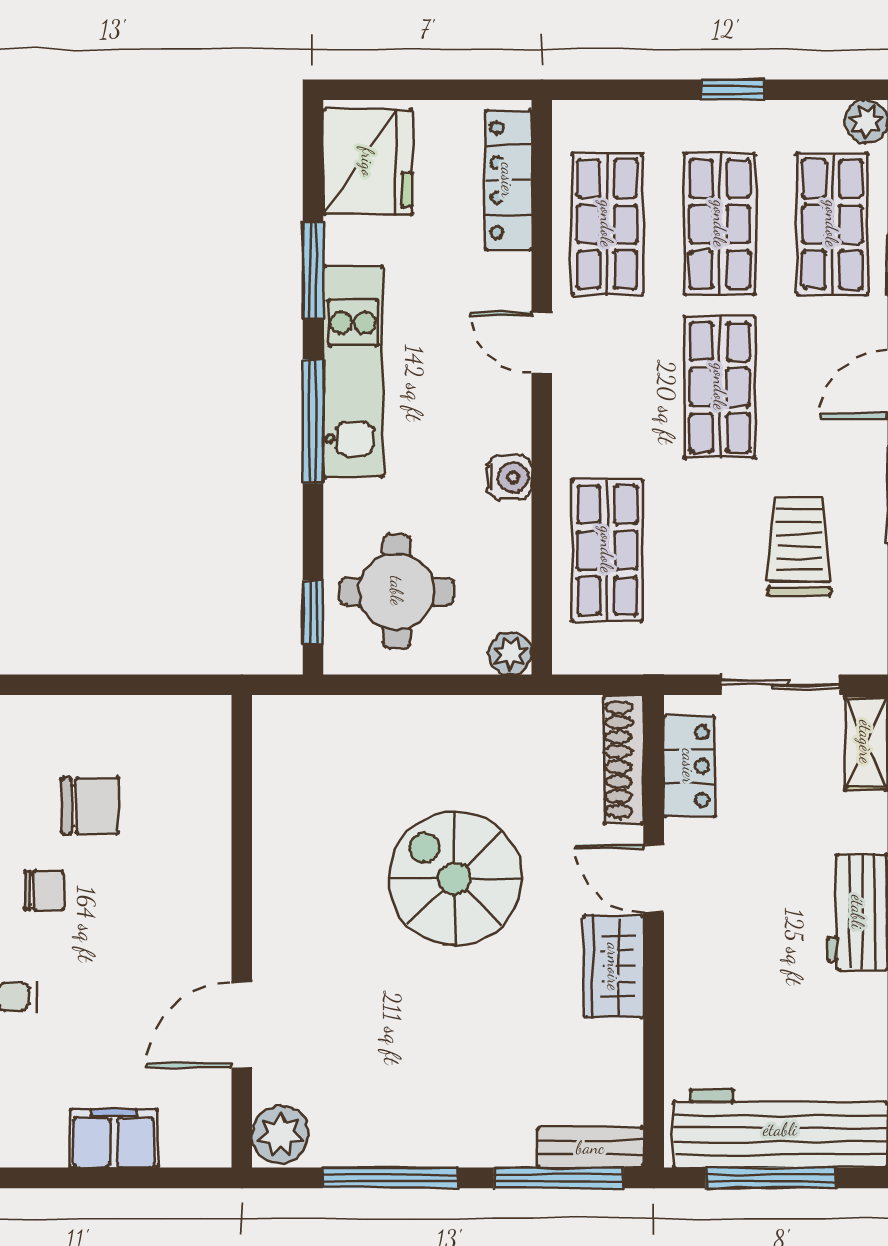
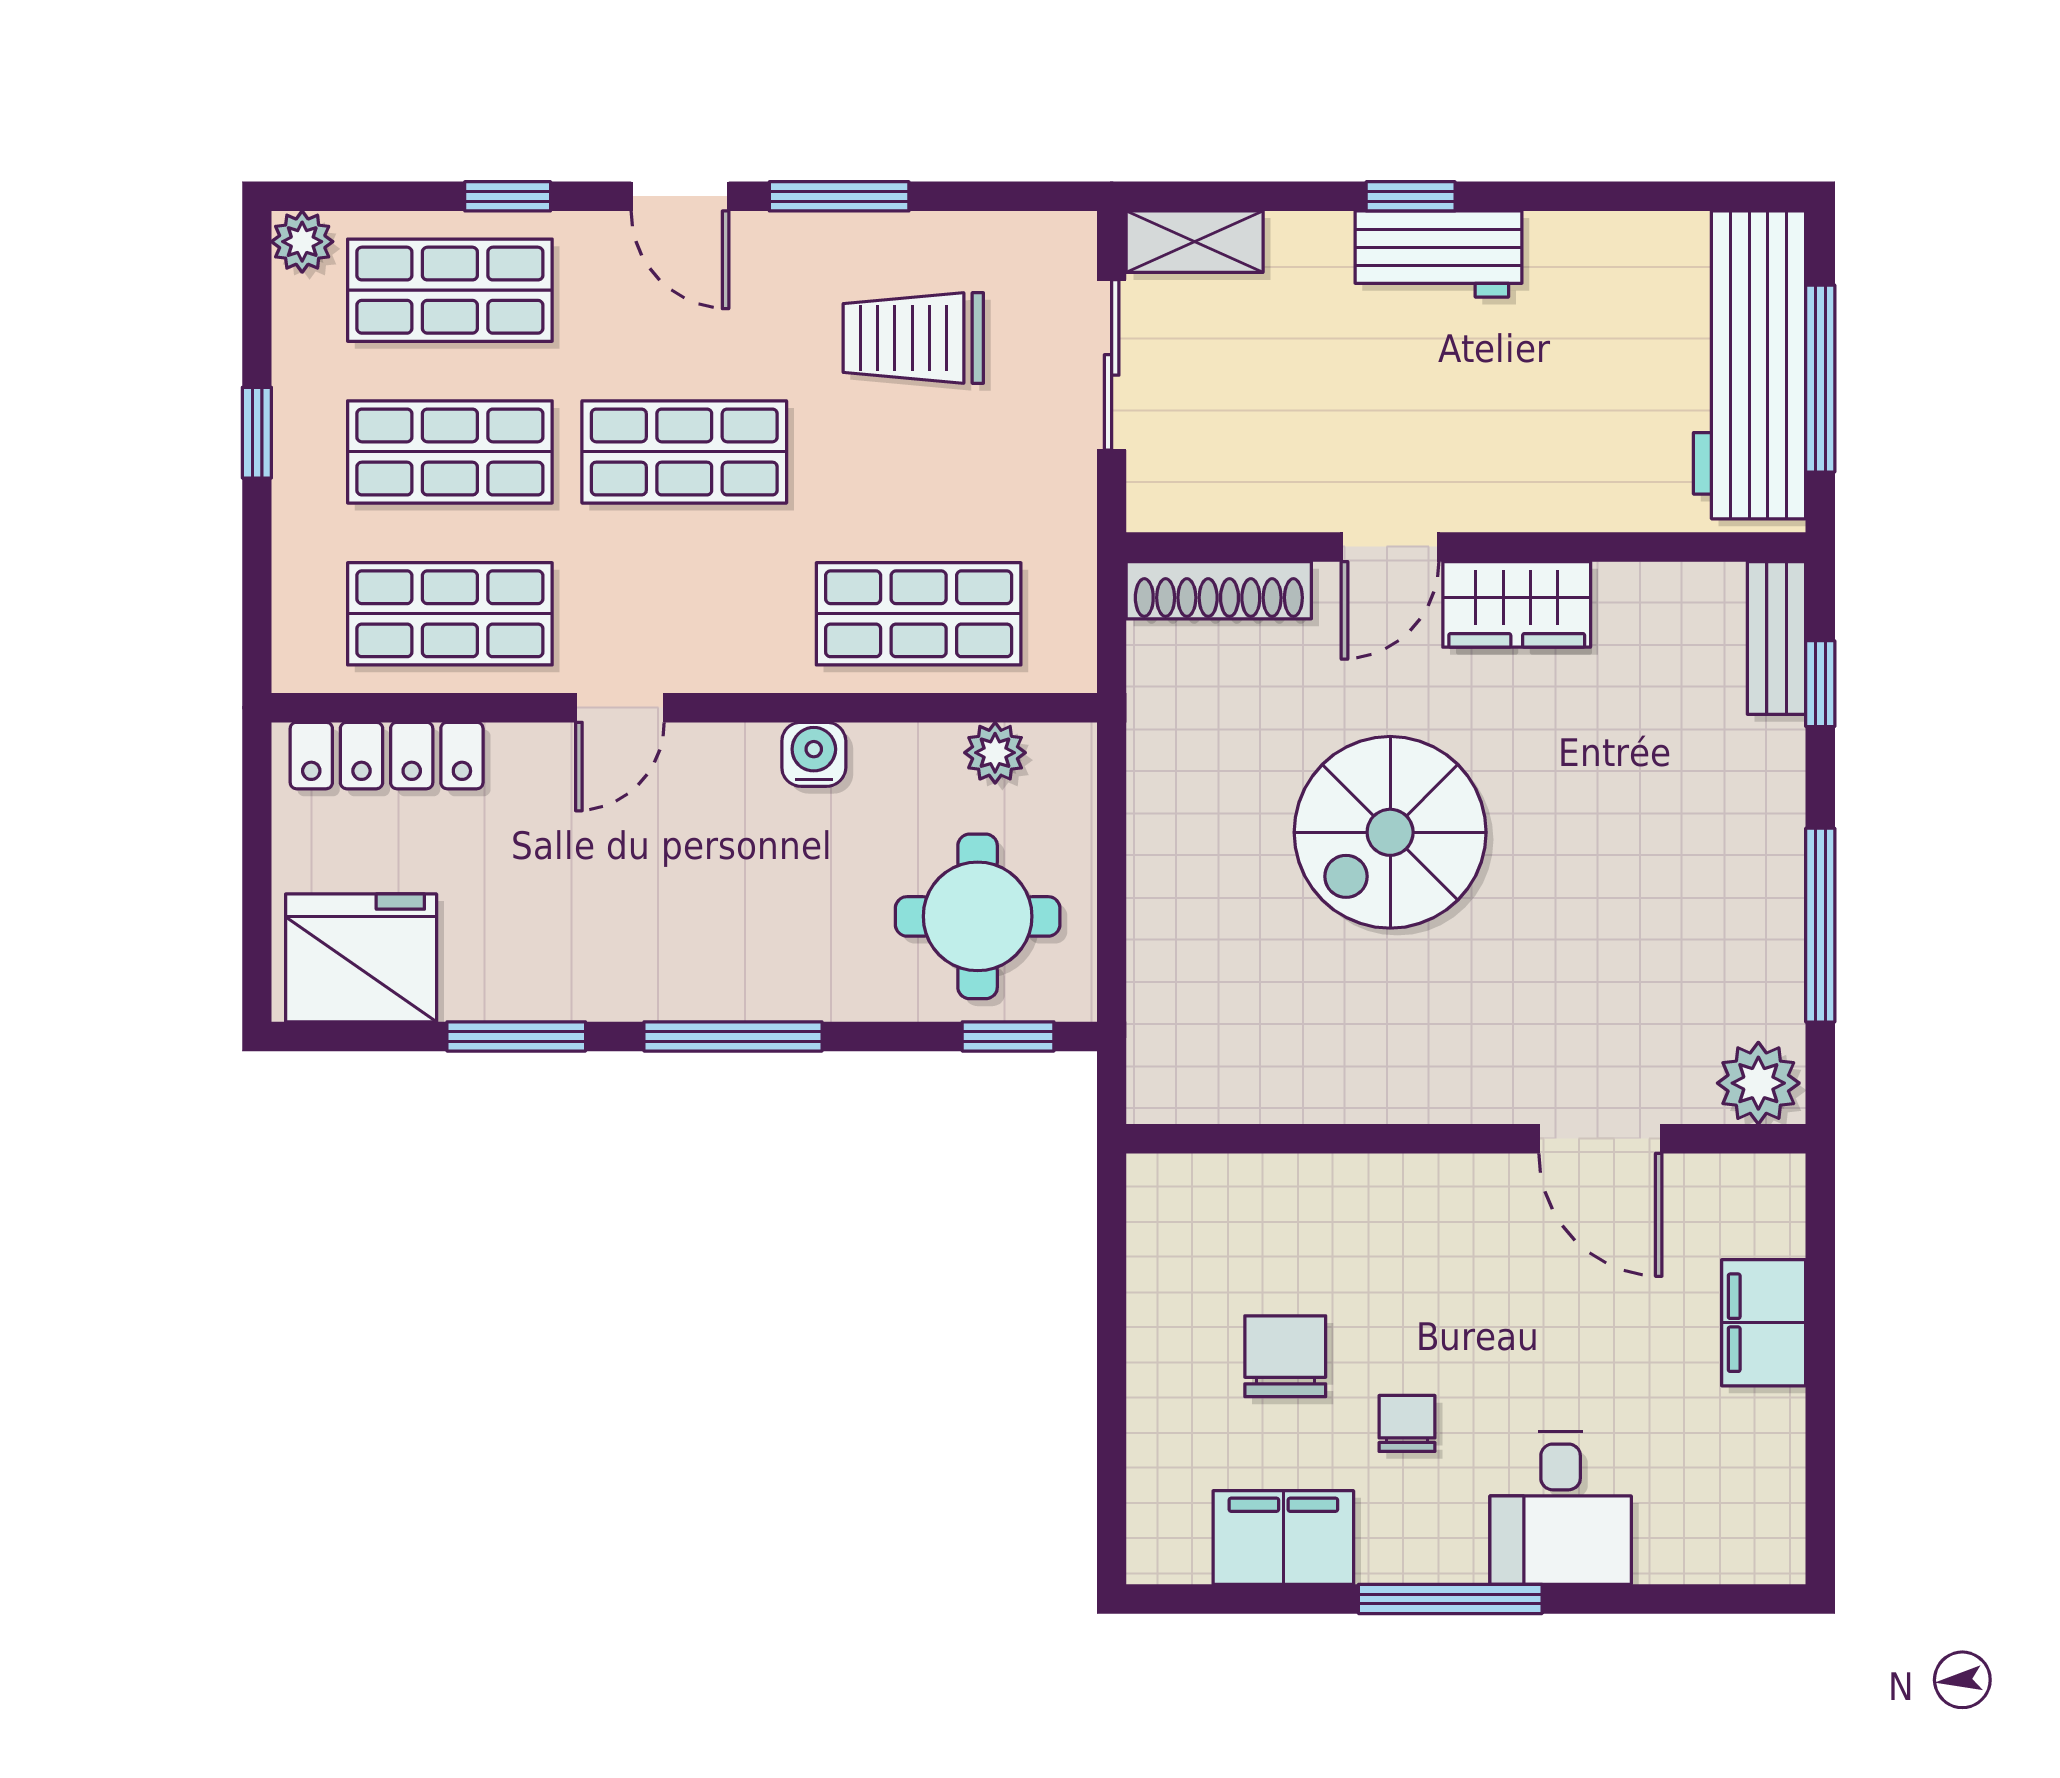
kitchen unit: (353, 371) -> (661, 979), removed
plant: (510, 653) -> (995, 753), moved
locker: (689, 766) -> (1229, 496), removed
window: (558, 1178) -> (1820, 684), width x0.46

